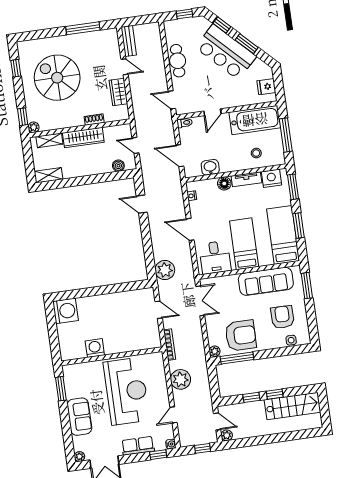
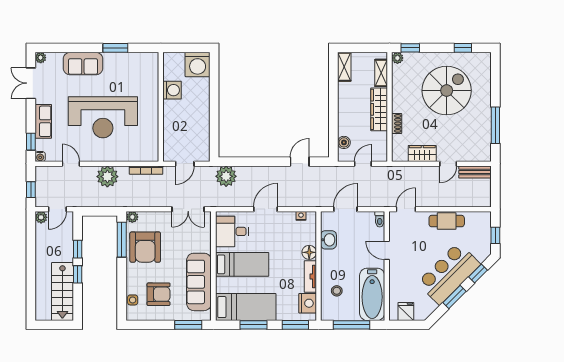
washing machine: (95, 348) -> (172, 90), moved
wall: (112, 356) -> (161, 107), moved

